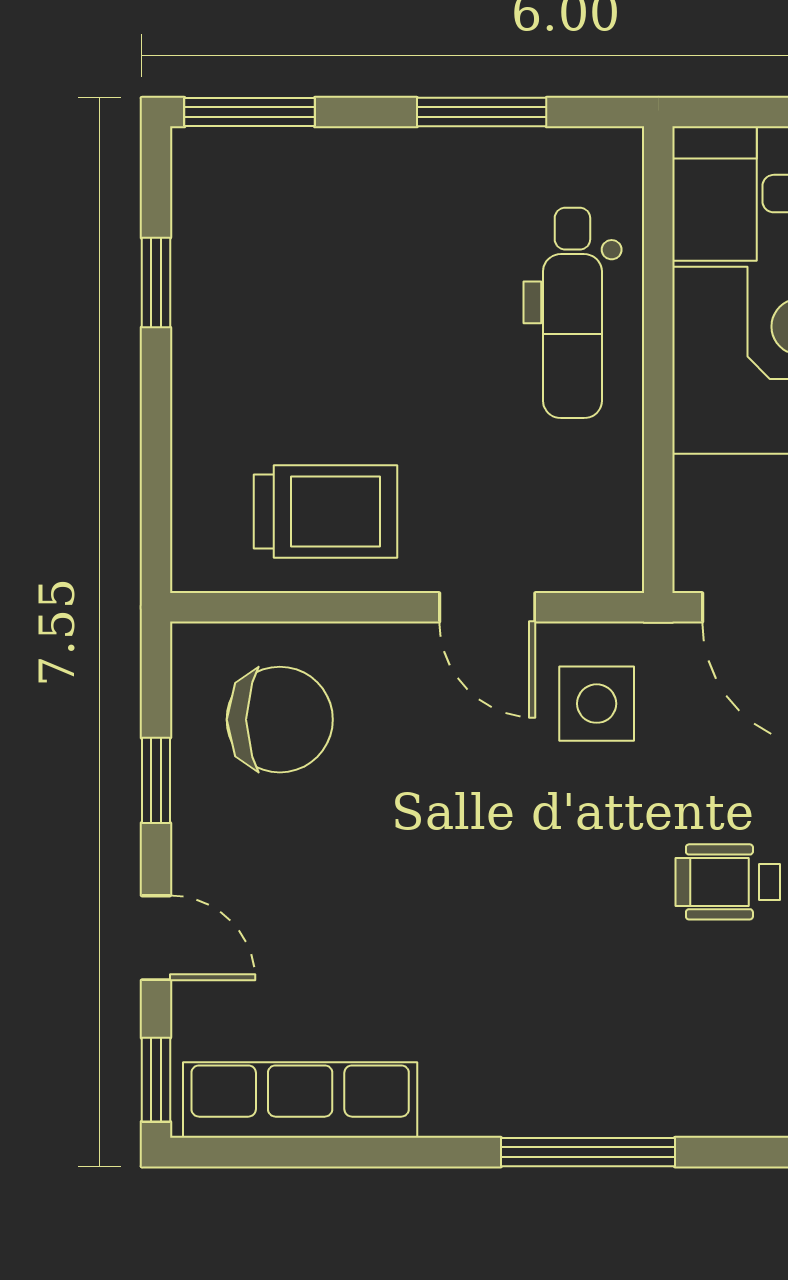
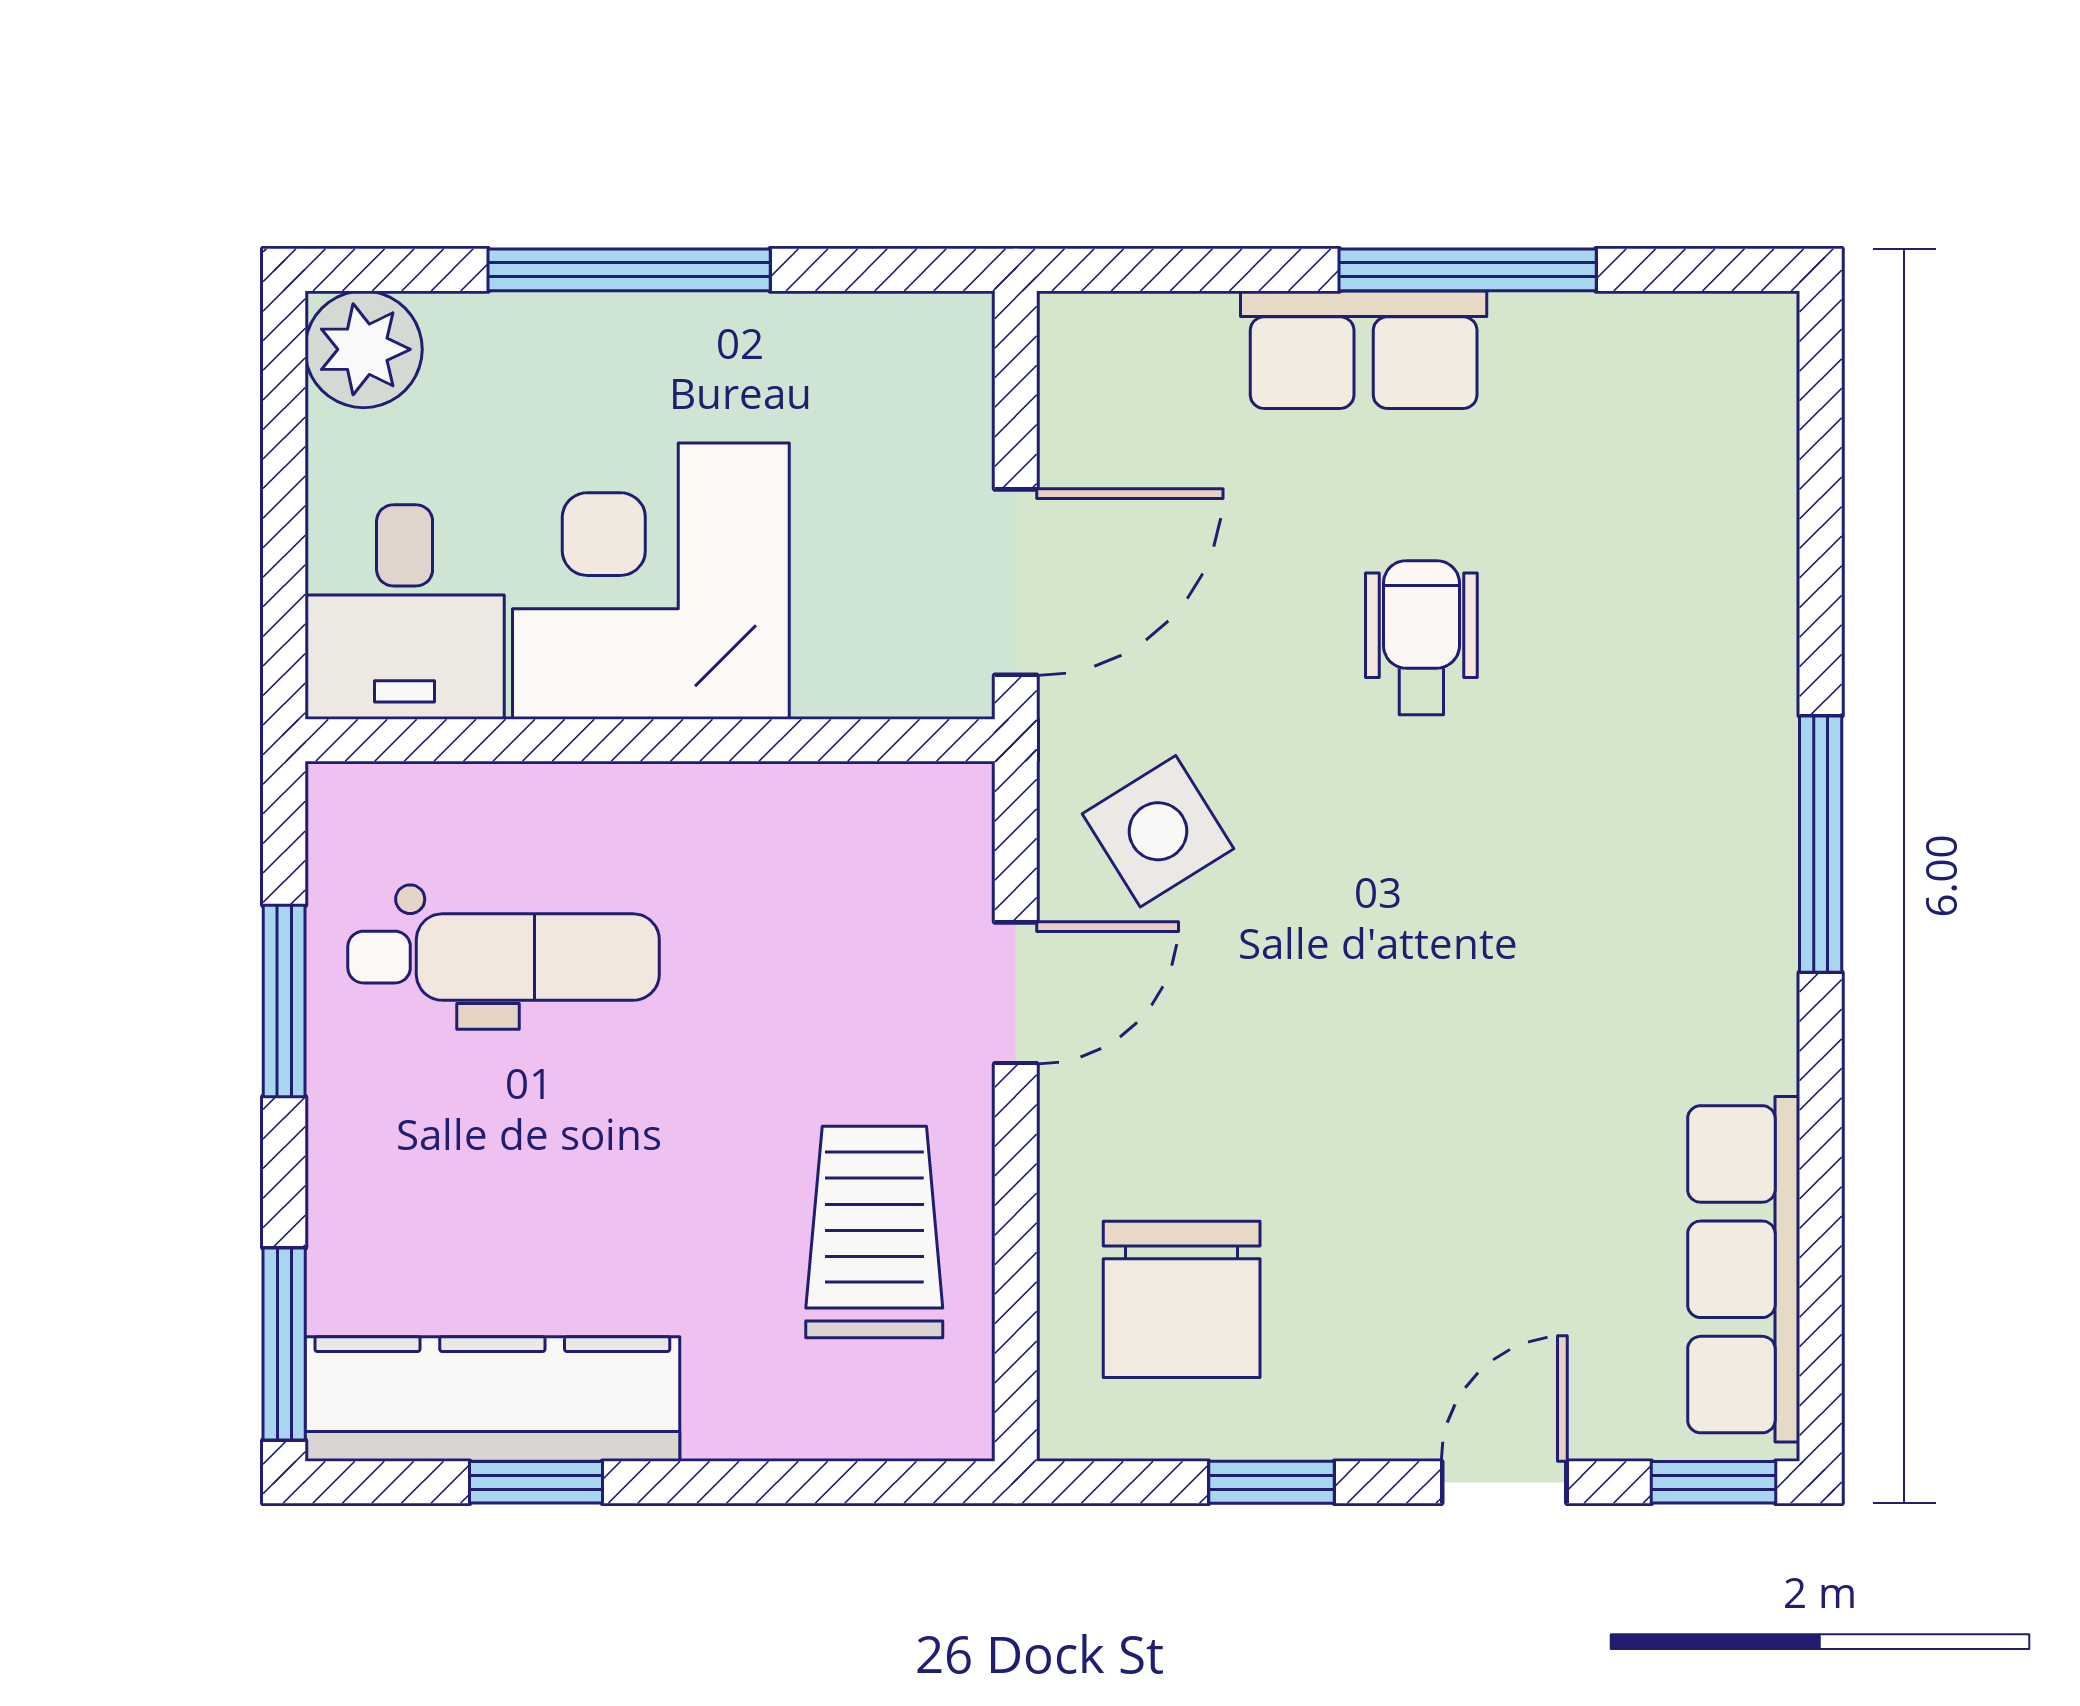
kitchen counter: (212, 253) -> (492, 1399), added
dental chair: (572, 313) -> (504, 957), moved
side table: (597, 704) -> (1158, 831), turned -32
chair: (280, 720) -> (1182, 1299), turned 180
wheelchair: (728, 882) -> (1421, 638), turned 180

